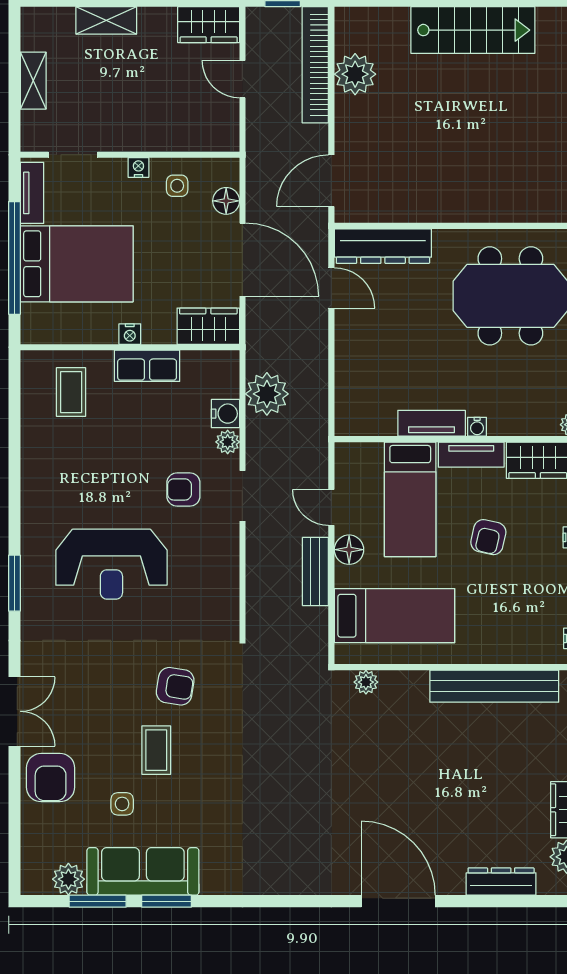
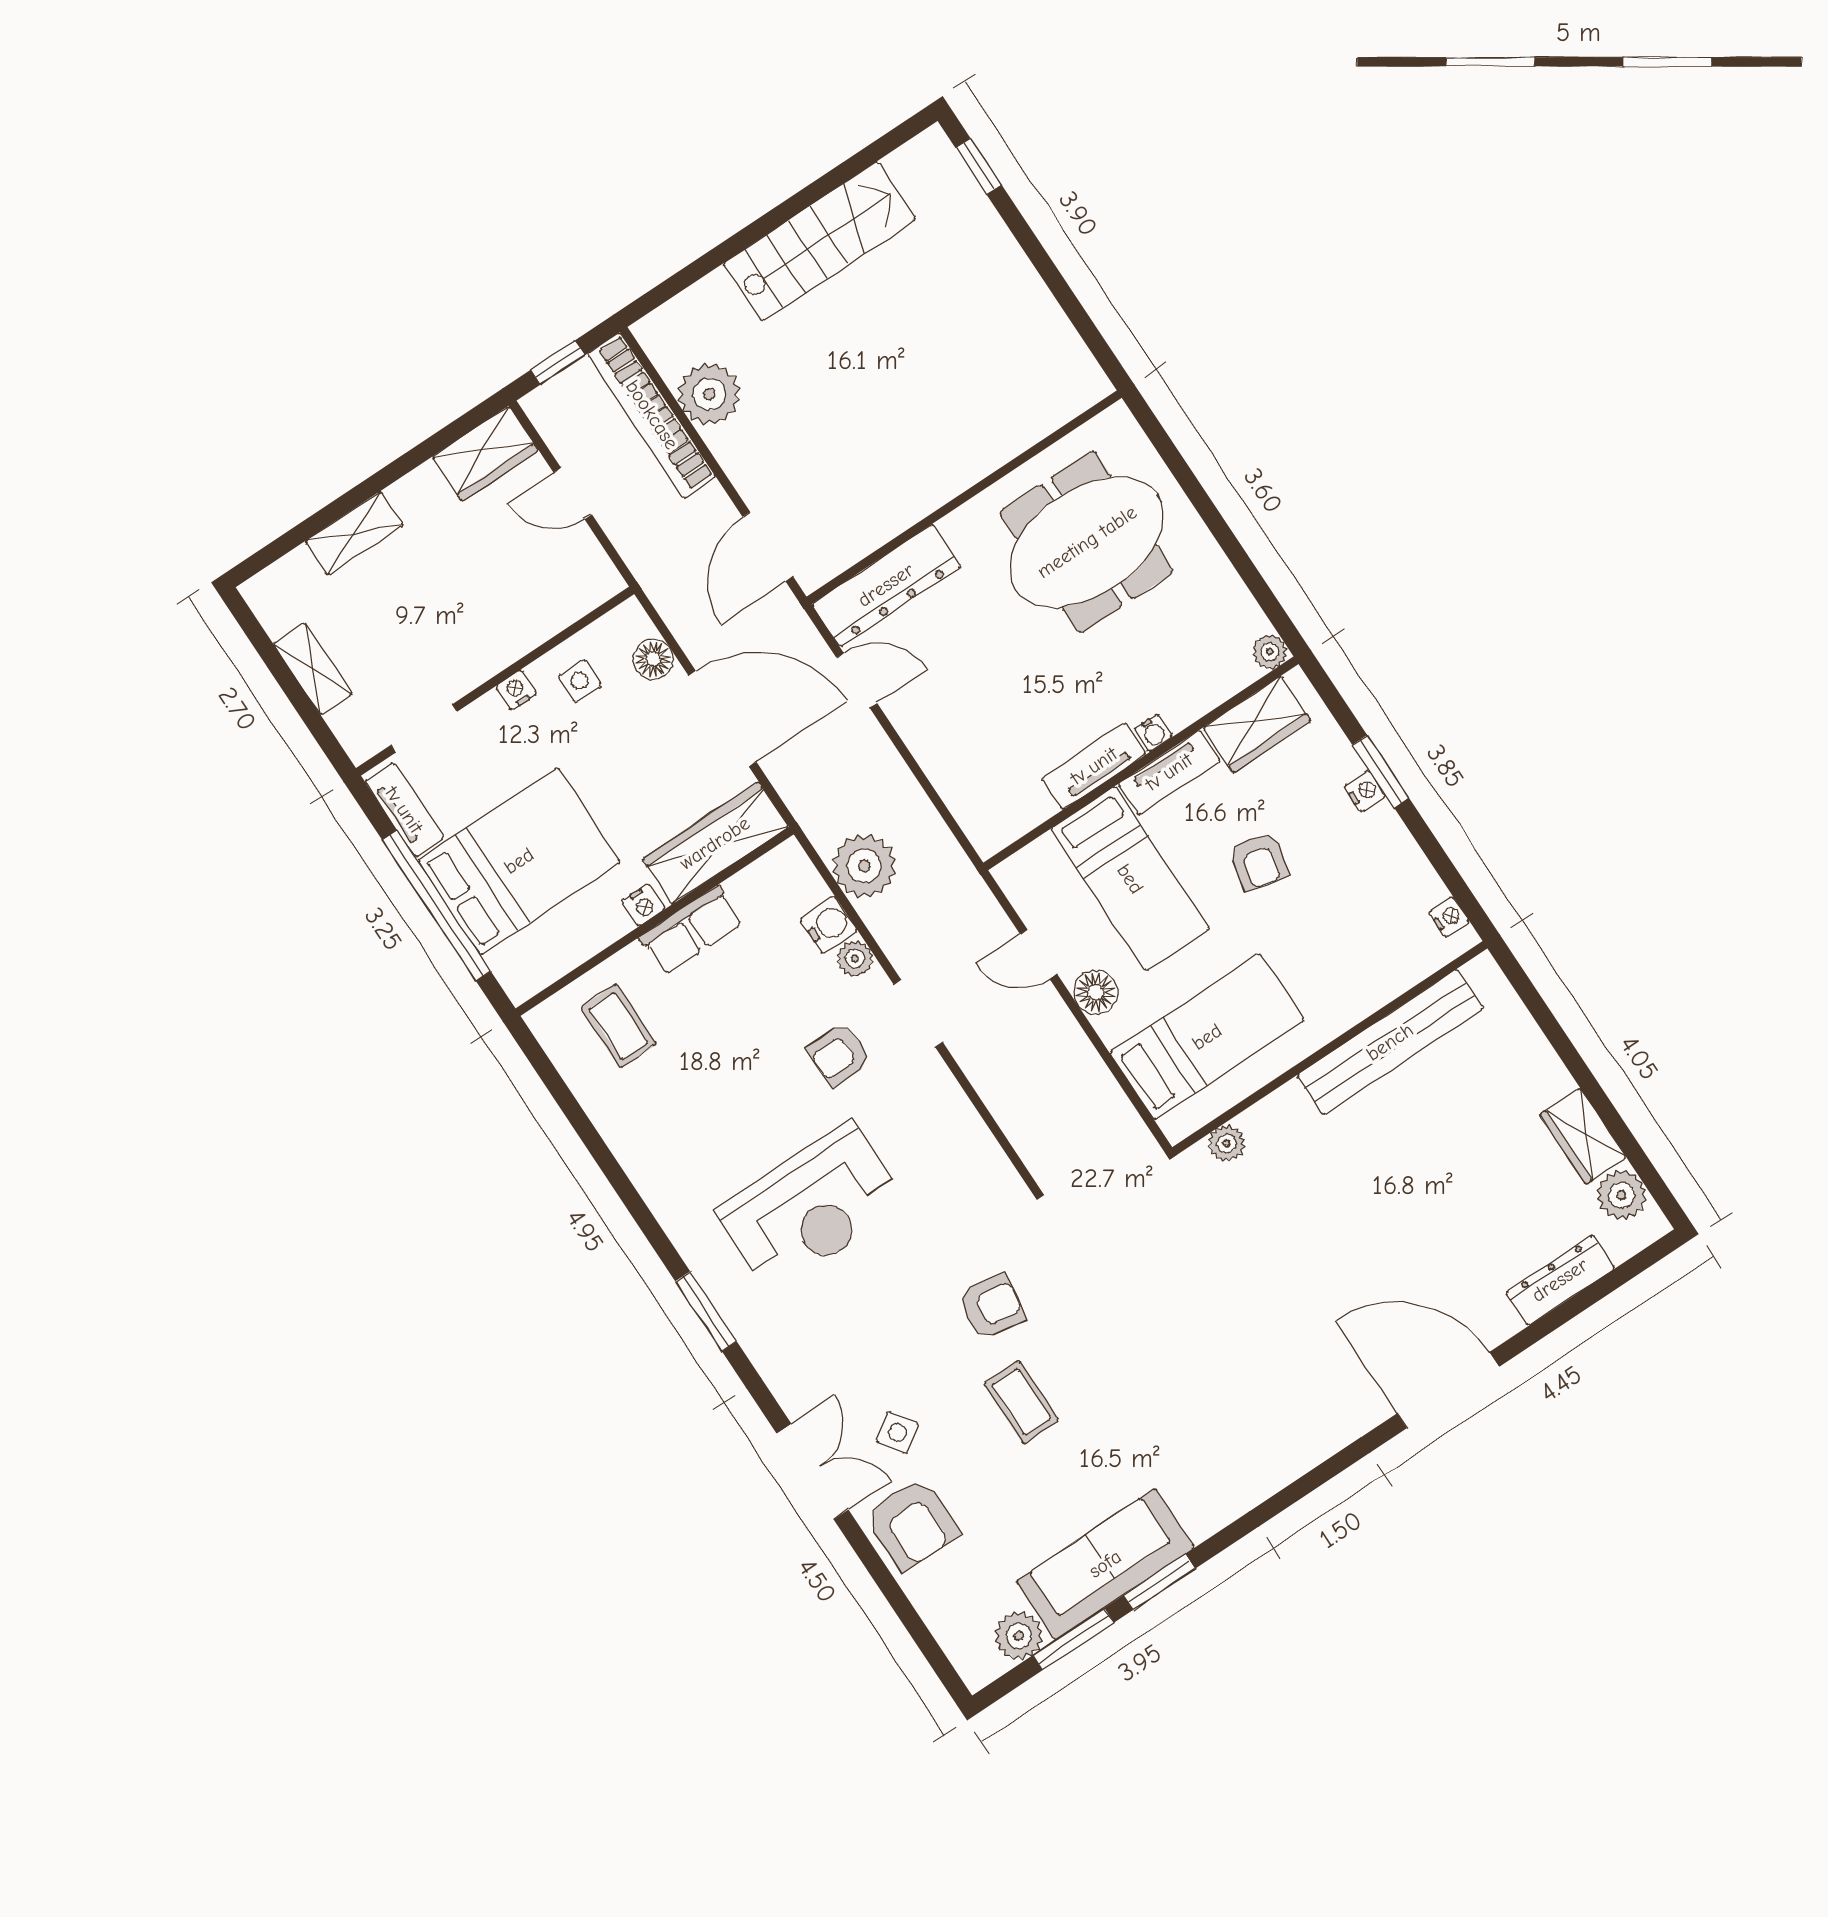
wardrobe: (208, 326) -> (715, 843), width x1.50
bench: (315, 572) -> (1072, 1047), removed
side table: (122, 804) -> (897, 1432), moved, turned -34

